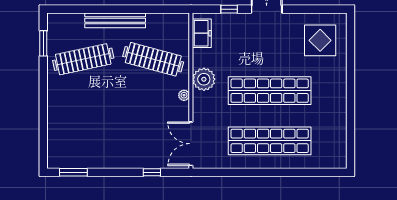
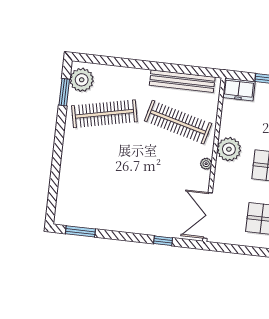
bench: (115, 20) -> (182, 81), moved
plant: (58, 30) -> (82, 80), added
freezer: (202, 33) -> (239, 89), moved, turned 90

